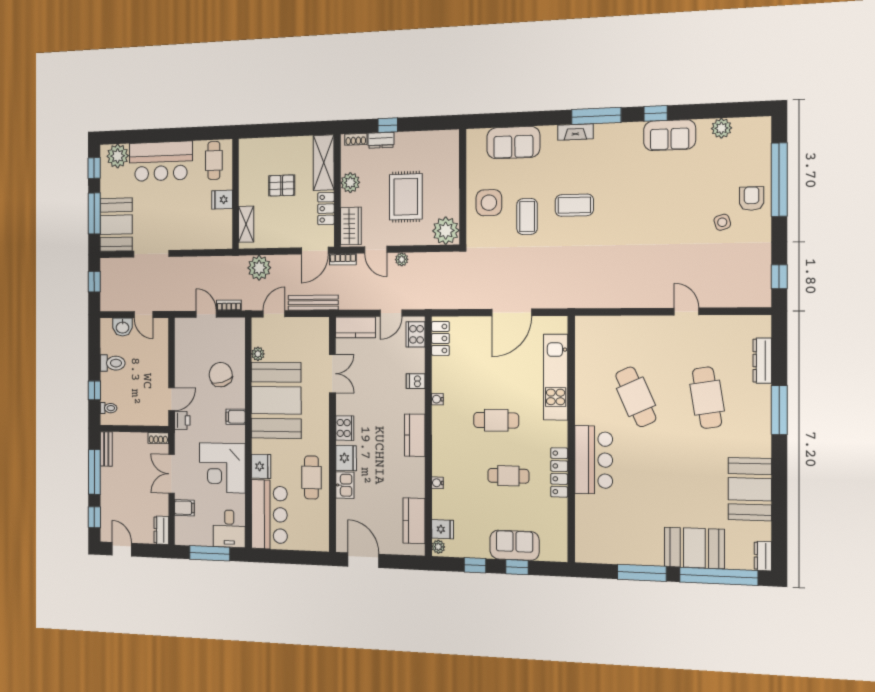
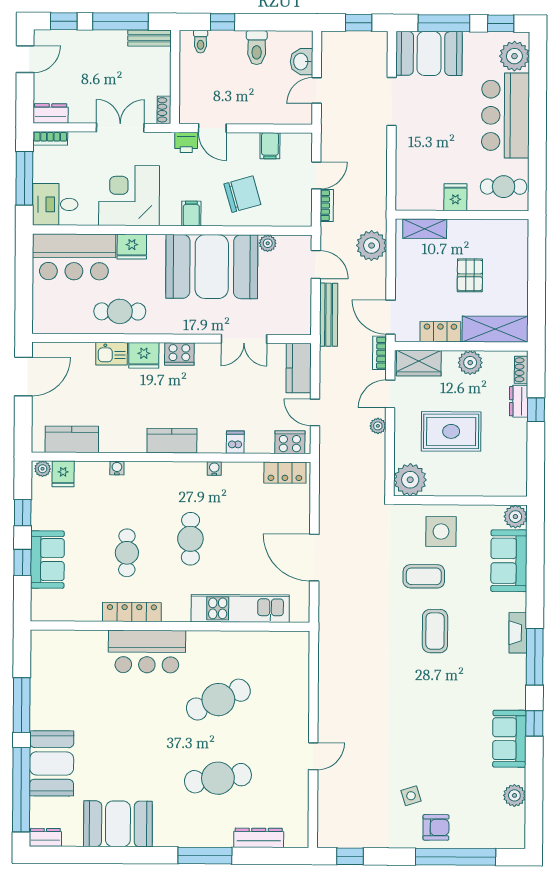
plant: (476, 139) -> (515, 517), added
filing cabinet: (184, 508) -> (270, 146), moved
bookcase: (180, 531) -> (50, 138), added

